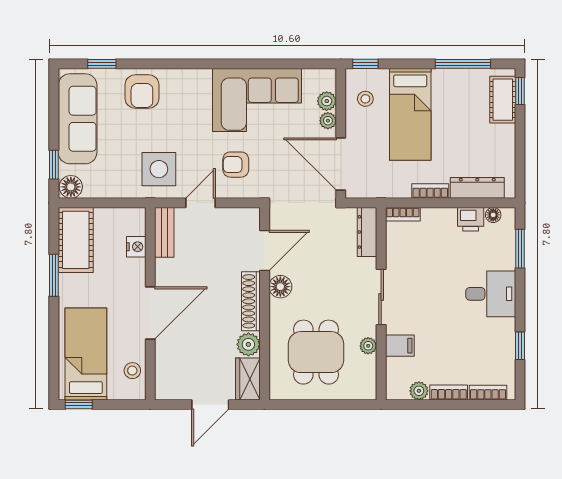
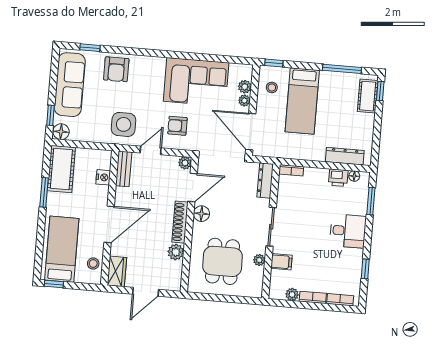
bookcase: (430, 191) -> (312, 156), removed
plant: (251, 217) -> (185, 163), added
wardrobe: (248, 379) -> (117, 271), moved, turned 180

